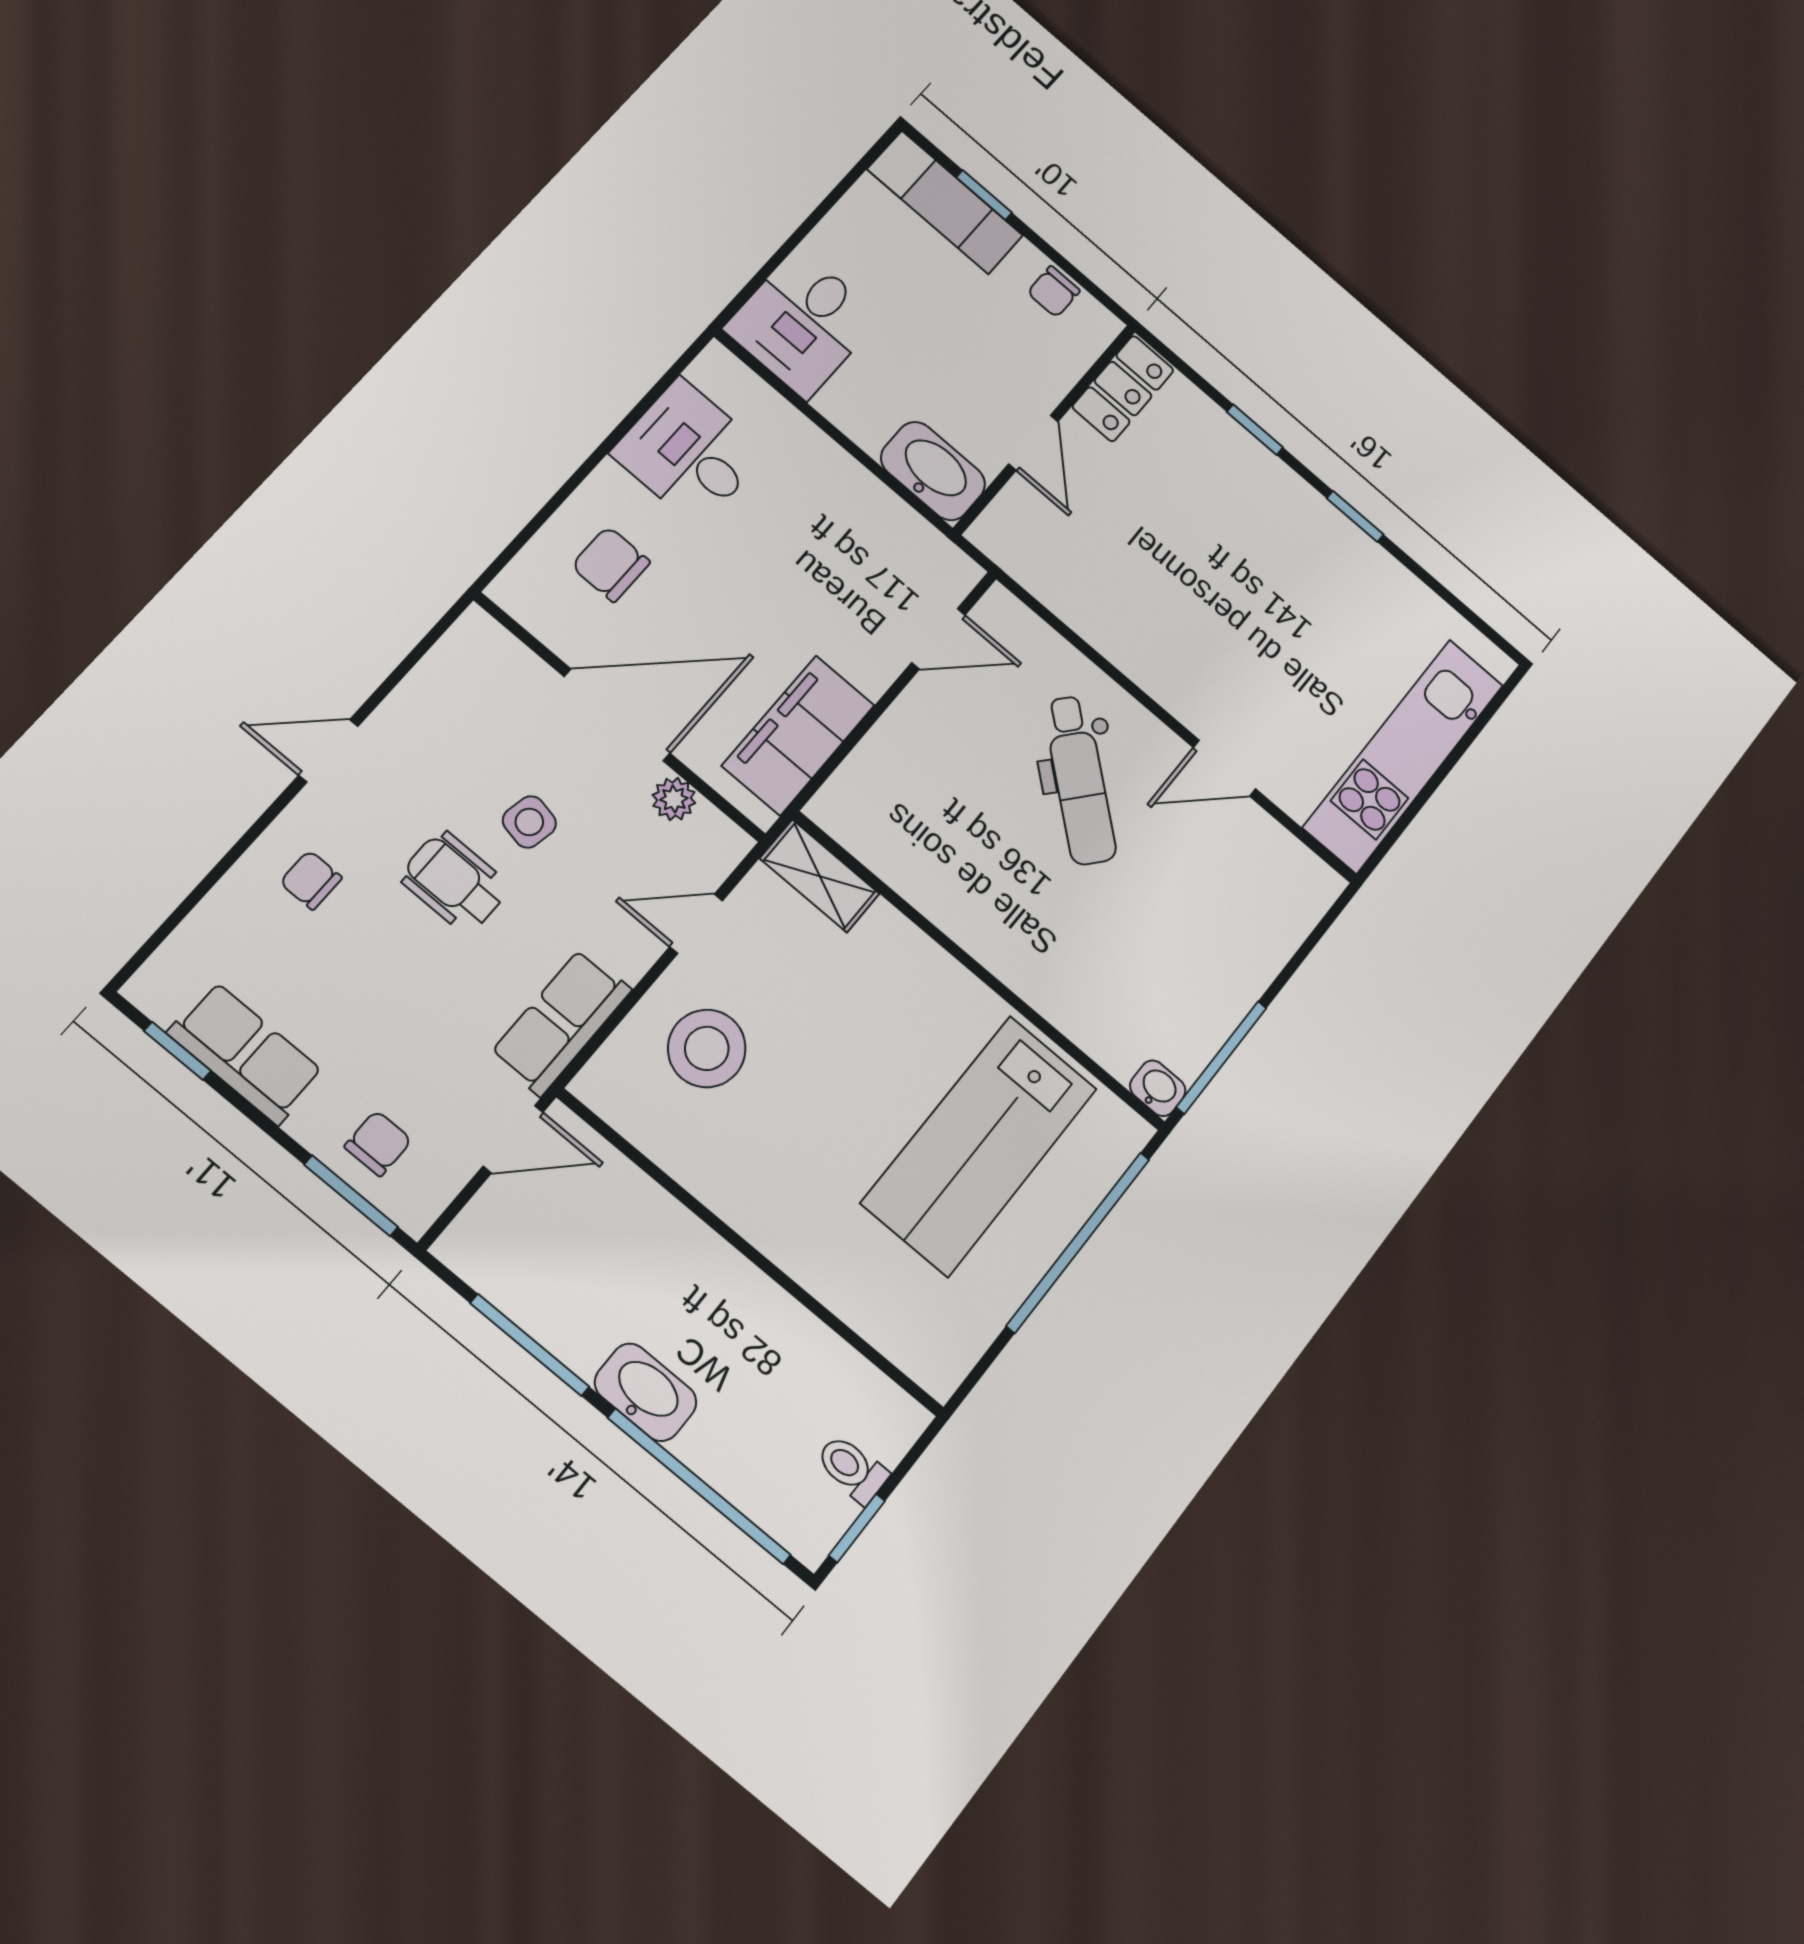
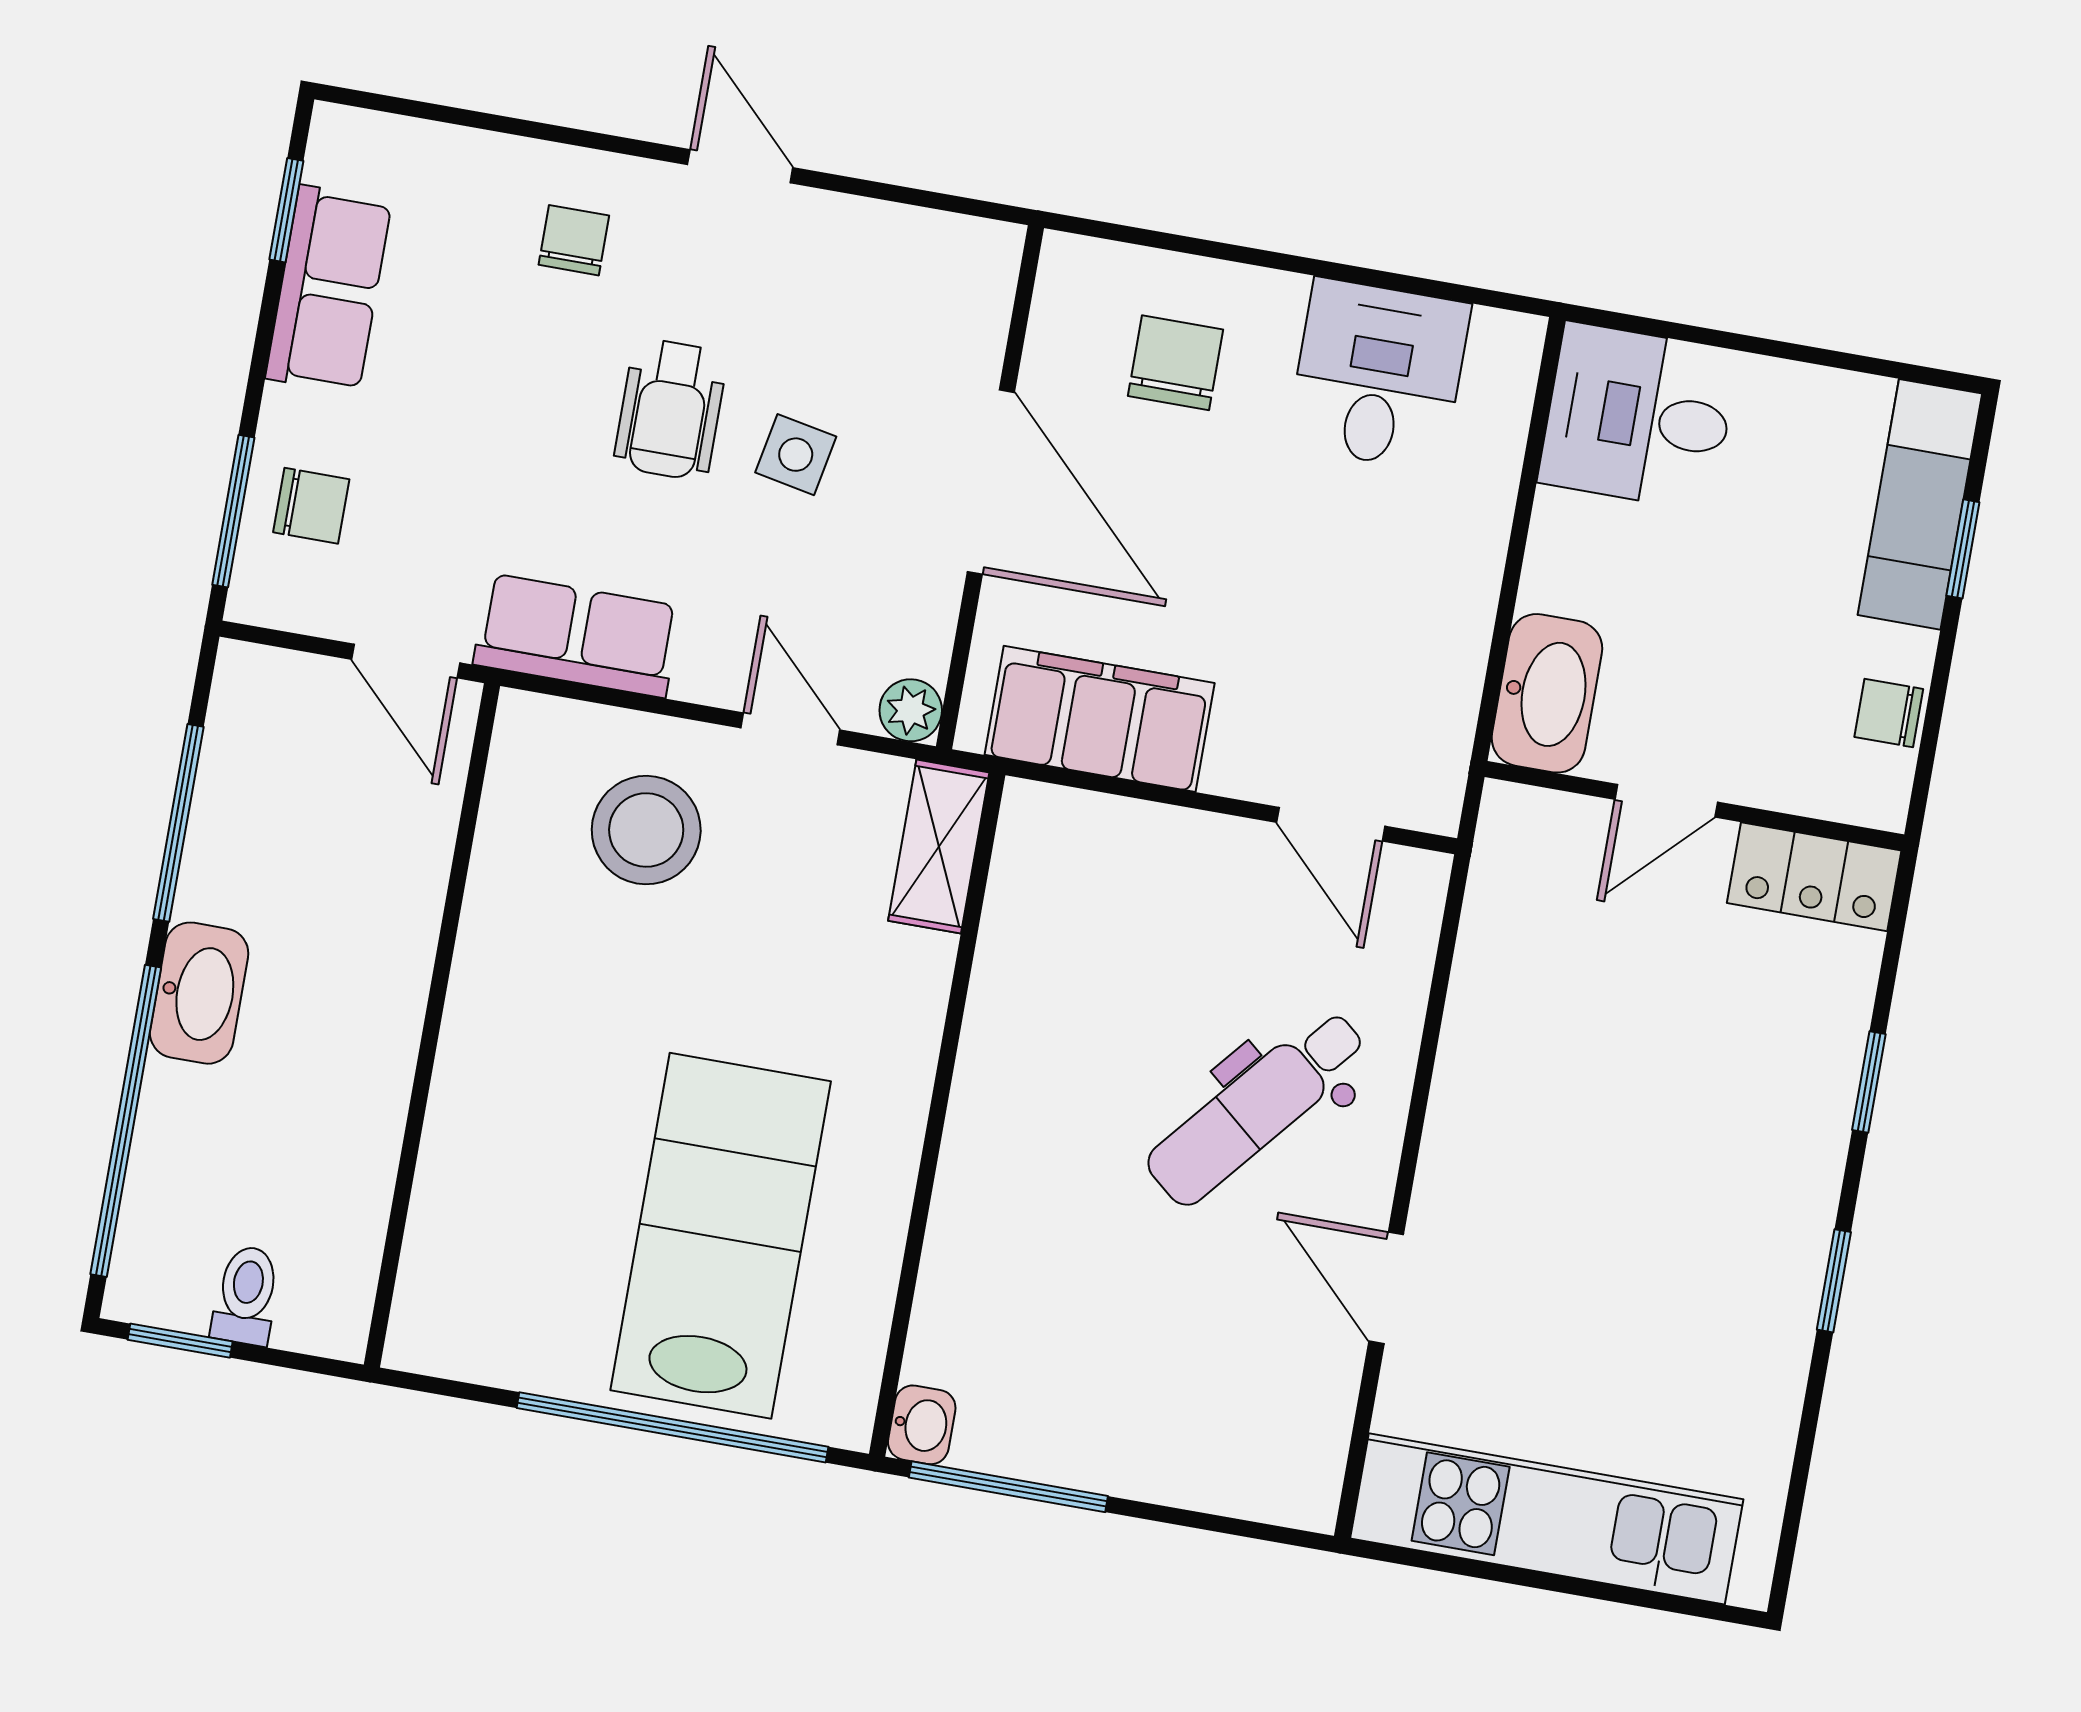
plant: (674, 799) -> (911, 710), moved
wheelchair: (455, 882) -> (671, 409), turned 180
lab bench: (979, 1146) -> (721, 1236), turned 90

